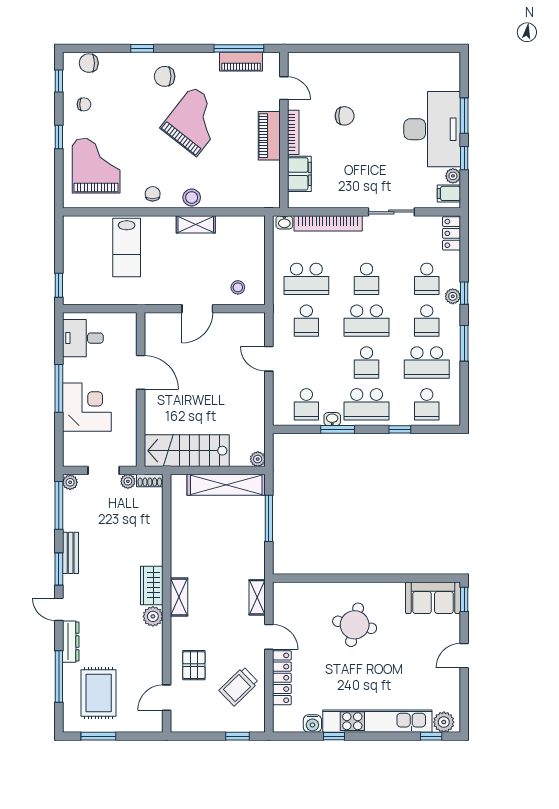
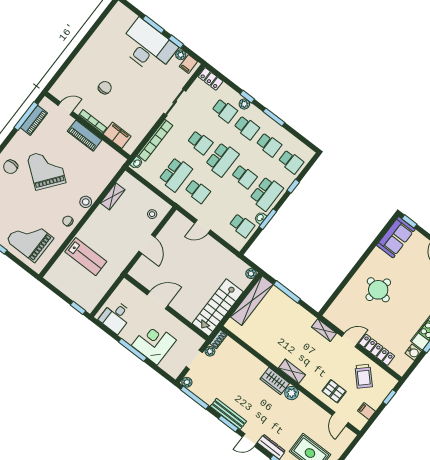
shelving: (196, 224) -> (113, 196), moved
school desk: (427, 362) -> (269, 145), width x0.54
bench: (71, 553) -> (228, 414), width x1.36
filing cabinet: (200, 722) -> (366, 411), added

